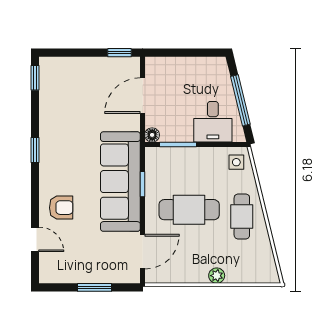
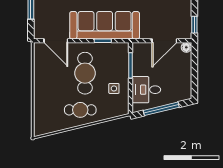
door: (143, 96) -> (164, 41), swing flipped
floor lamp: (152, 135) -> (186, 47), moved
side table: (236, 162) -> (114, 88), moved
plant: (217, 276) -> (39, 92), removed

